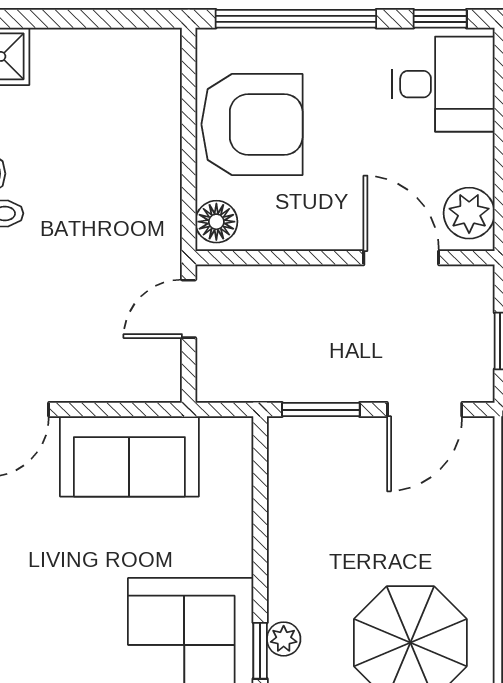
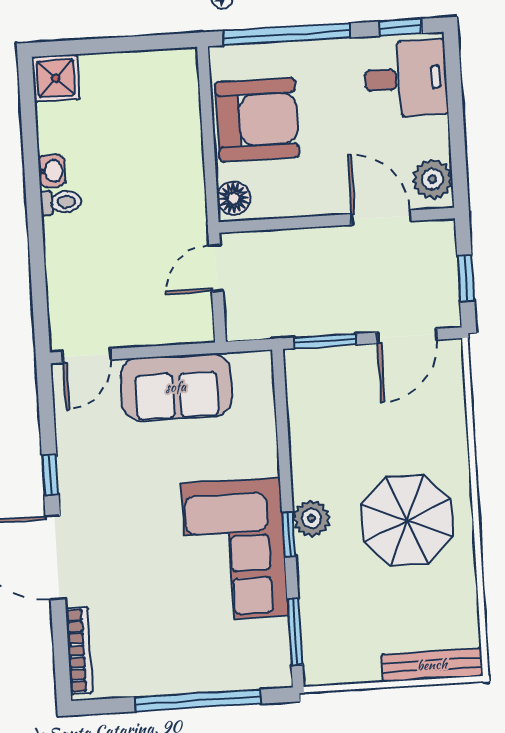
plant: (284, 639) -> (311, 518), width x1.38, depth x1.38

